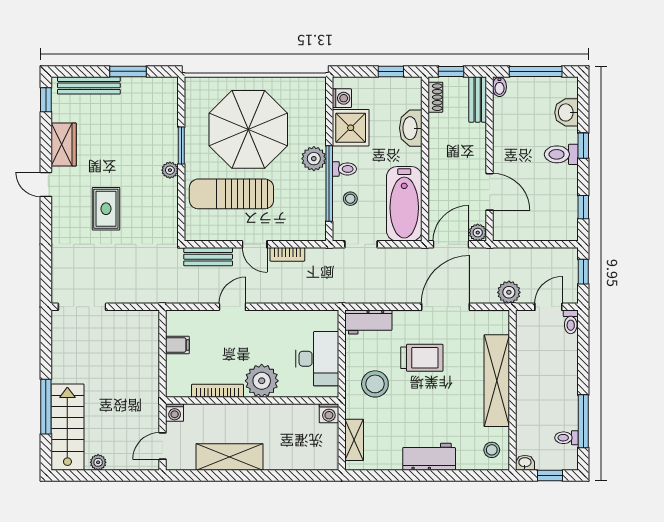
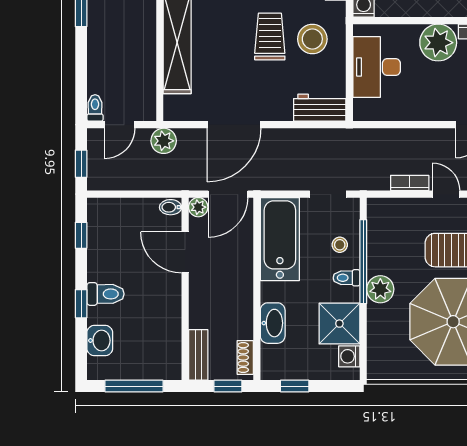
bidet: (499, 87) -> (171, 207), moved, turned -90
trolley: (422, 358) -> (270, 36), moved, turned 90

